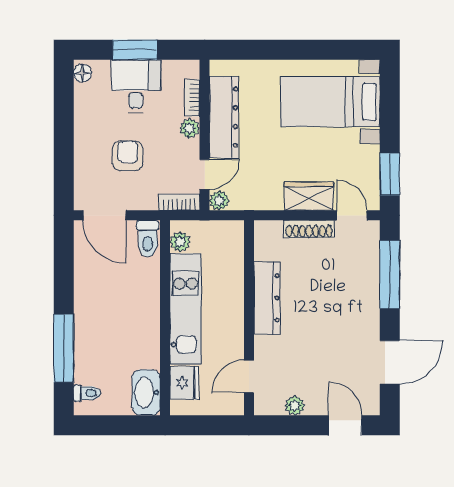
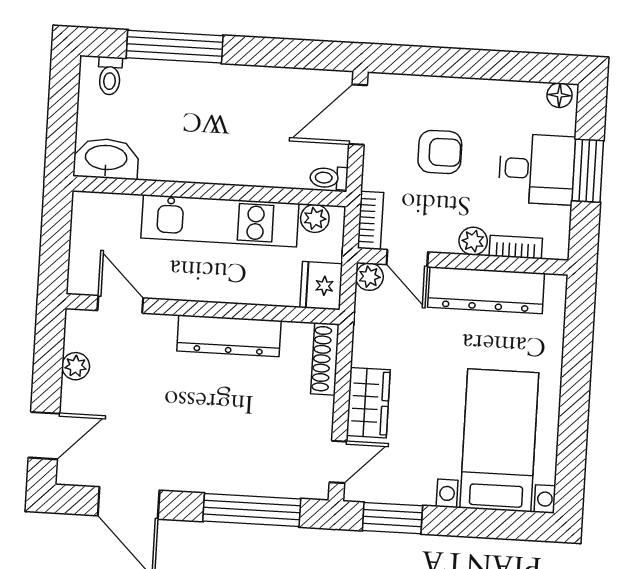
shoe rack: (309, 229) -> (325, 359), moved
toilet: (148, 239) -> (329, 178), width x0.73, depth x0.72
fridge: (184, 383) -> (321, 286), moved, turned 90

